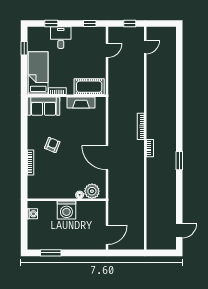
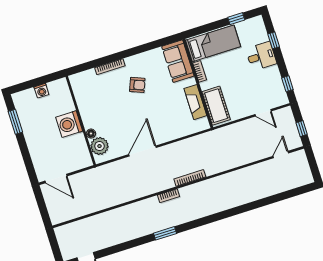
door: (145, 47) -> (281, 155), swing flipped
washing machine: (32, 214) -> (41, 91), moved

